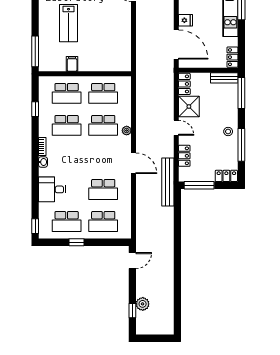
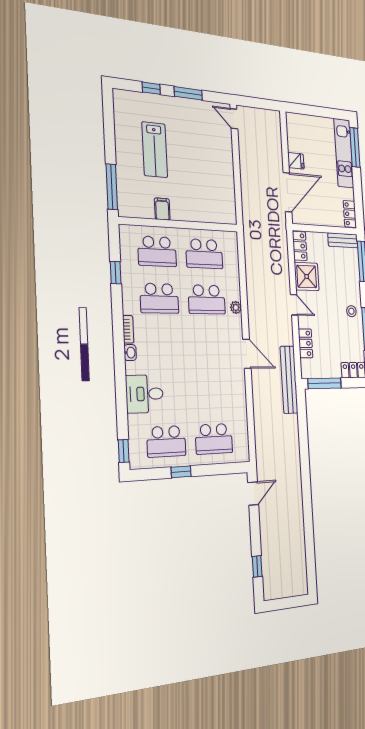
door: (176, 44) -> (287, 192), hinge flipped
school desk: (103, 189) -> (211, 392), removed
plant: (143, 304) -> (269, 555), removed

